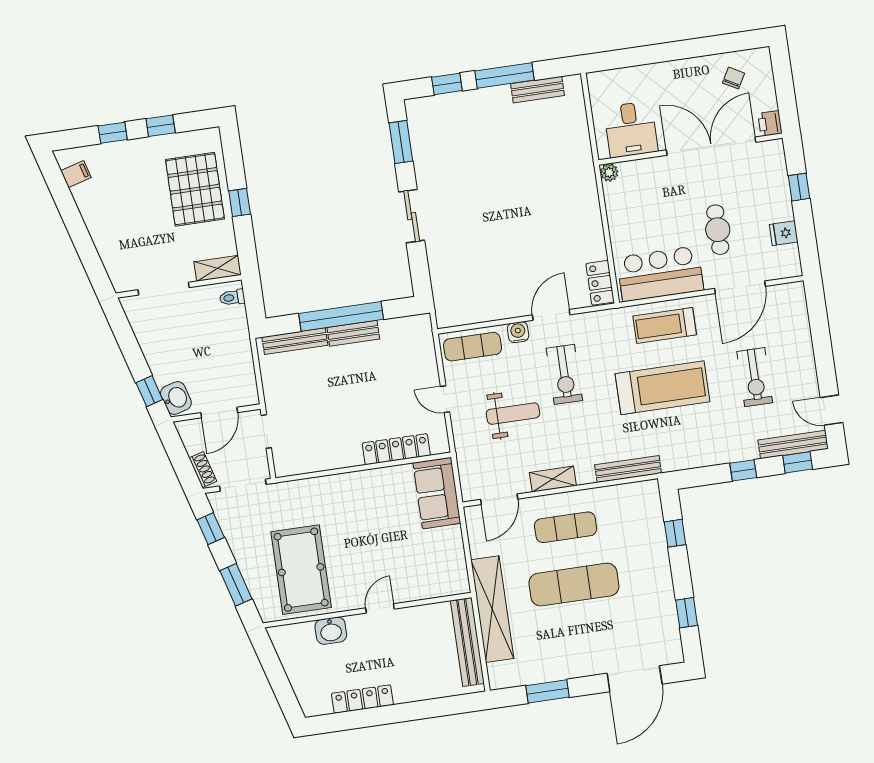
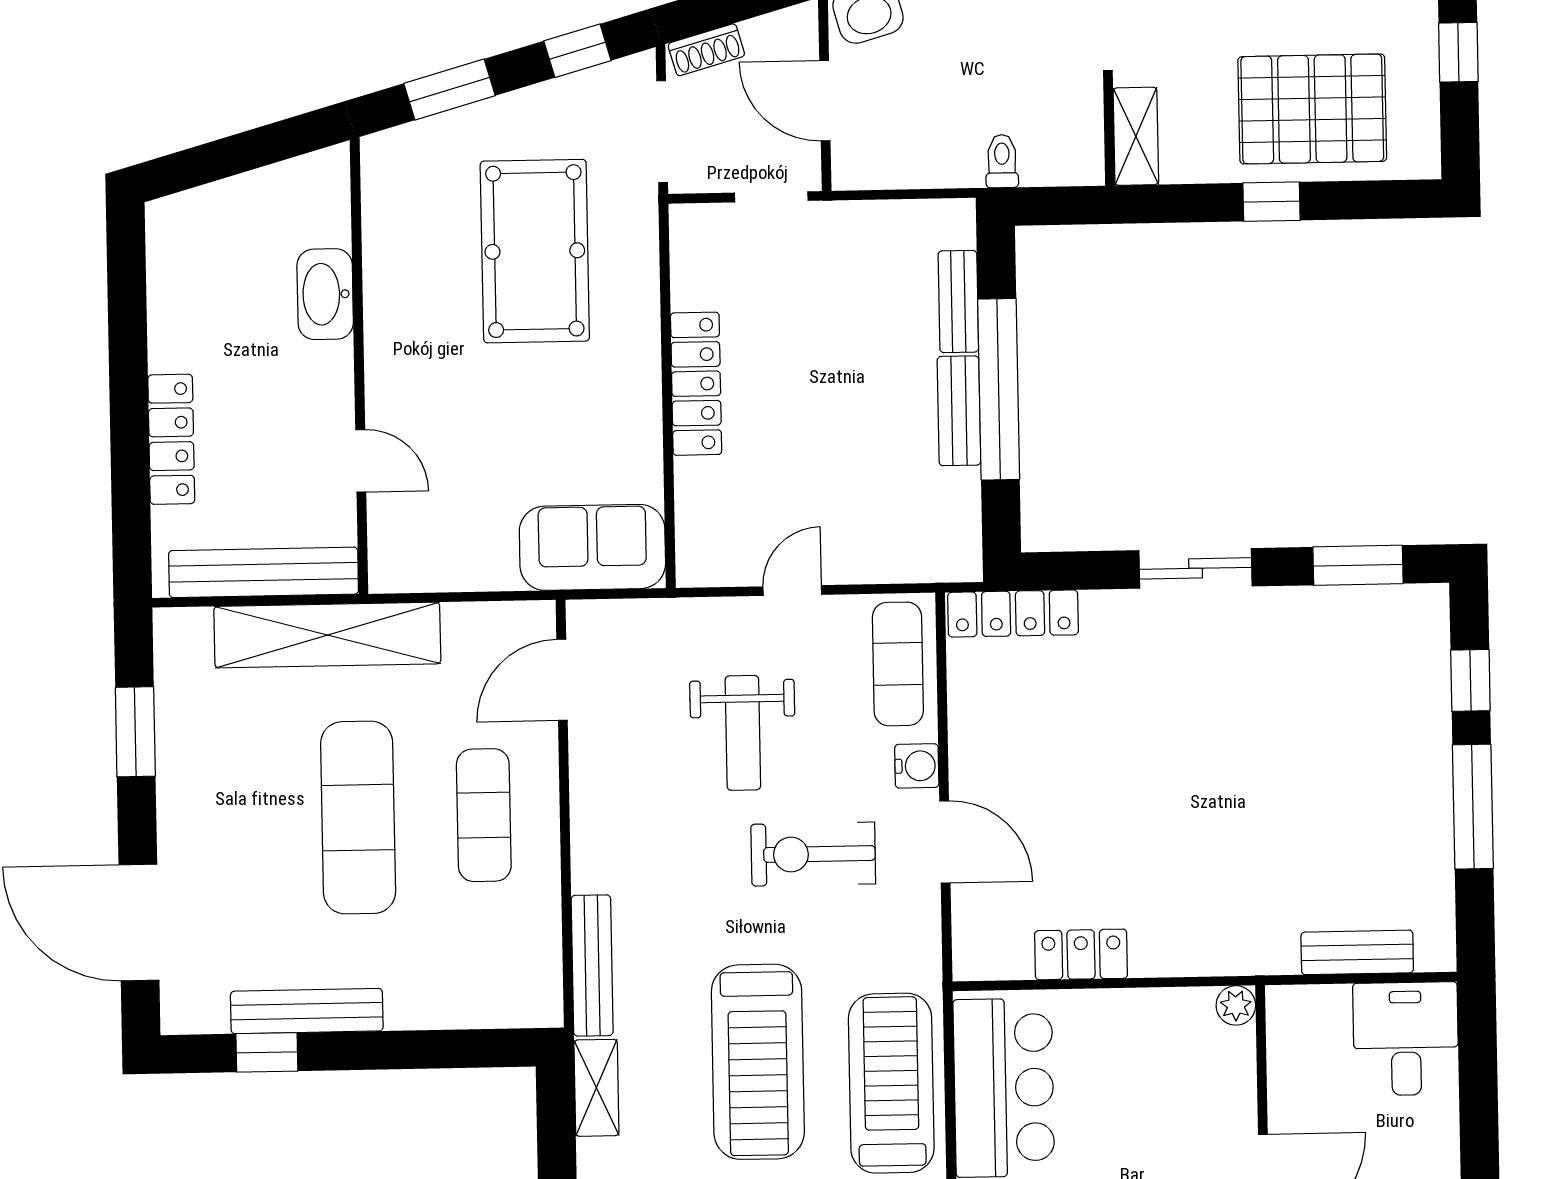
bench: (537, 90) -> (1357, 952), moved, turned 90
desk: (631, 129) -> (1406, 1039), moved, turned 90
locker: (600, 283) -> (1081, 954), moved
toilet: (232, 297) -> (1002, 161), moved
locker: (443, 297) -> (1013, 614), added
treadmill: (665, 325) -> (891, 1083), width x1.37, depth x1.38
bench: (295, 341) -> (958, 301), width x0.73
locker: (396, 449) -> (696, 384), moved
shelving: (553, 479) -> (596, 1088), moved
door: (499, 499) -> (562, 680), hinge flipped
window: (675, 533) -> (441, 1049), removed
pool table: (301, 570) -> (535, 251), moved, turned 90
bench: (665, 597) -> (307, 1011), added
door: (380, 608) -> (361, 461), moved
washbasin: (331, 631) -> (325, 294), width x1.38
locker: (362, 699) -> (171, 439), moved

